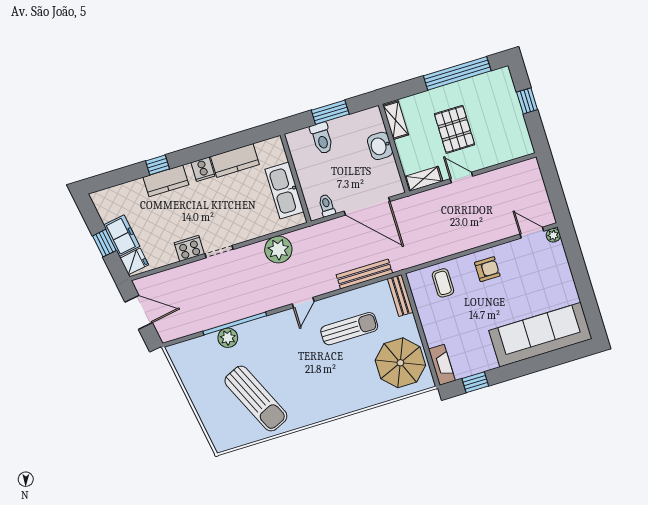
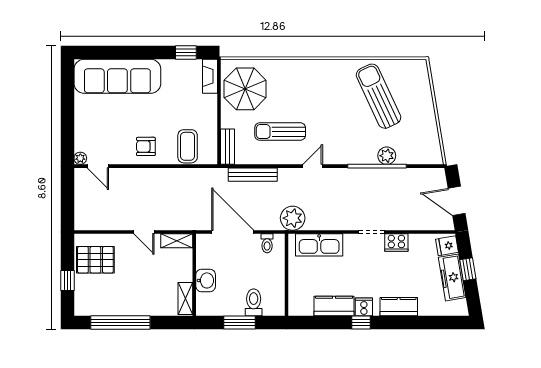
pallet: (454, 129) -> (95, 260), moved, turned 90
window: (157, 165) -> (361, 323), moved
kitchen sink: (284, 191) -> (319, 245), moved, turned 90
freezer: (122, 236) -> (452, 277), width x1.40
plant: (278, 250) -> (293, 218), moved
coffee table: (443, 283) -> (188, 146), width x1.36, depth x1.30

